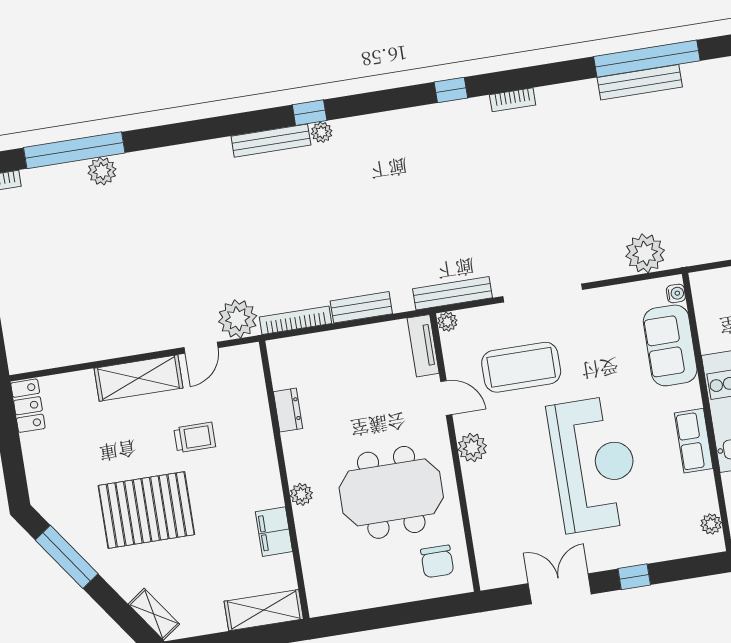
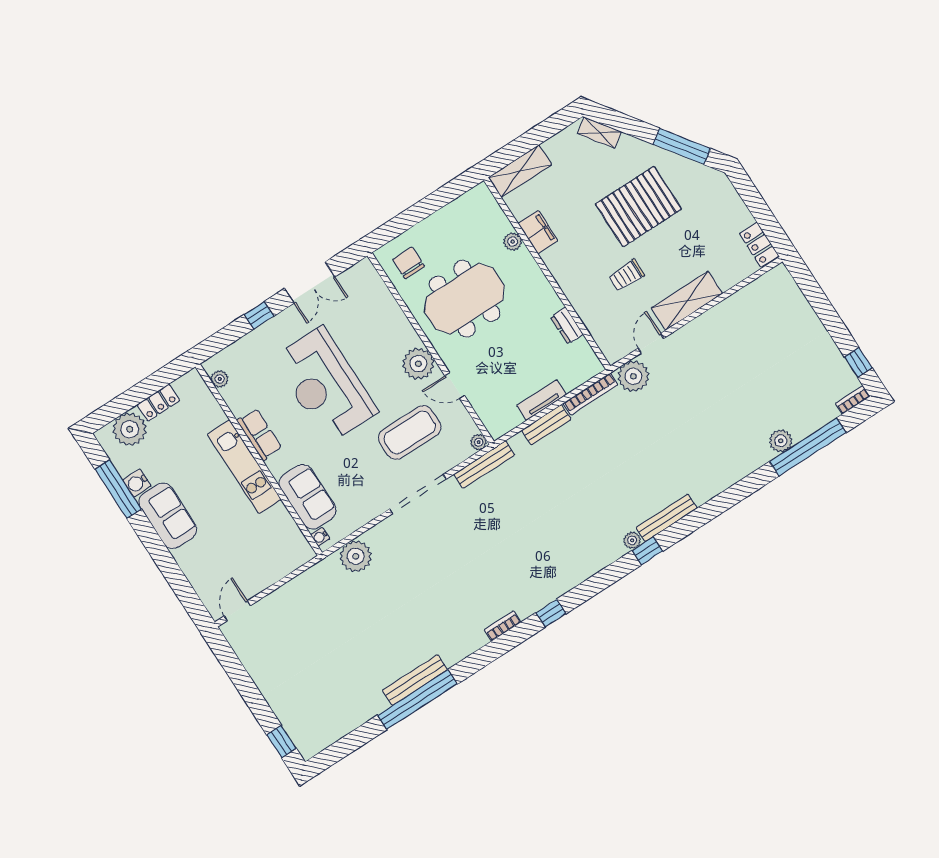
tv unit: (423, 346) -> (541, 400), moved, turned -90
plant: (472, 448) -> (418, 364), width x1.36, depth x1.36
plant: (301, 494) -> (513, 242), moved

